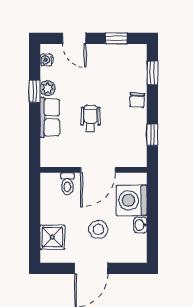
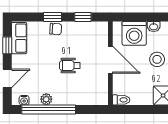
window: (152, 73) -> (52, 17), moved
window: (35, 91) -> (49, 109), width x3.17
row of seats: (50, 117) -> (19, 38), moved, turned 90
toilet: (67, 184) -> (121, 100), moved

